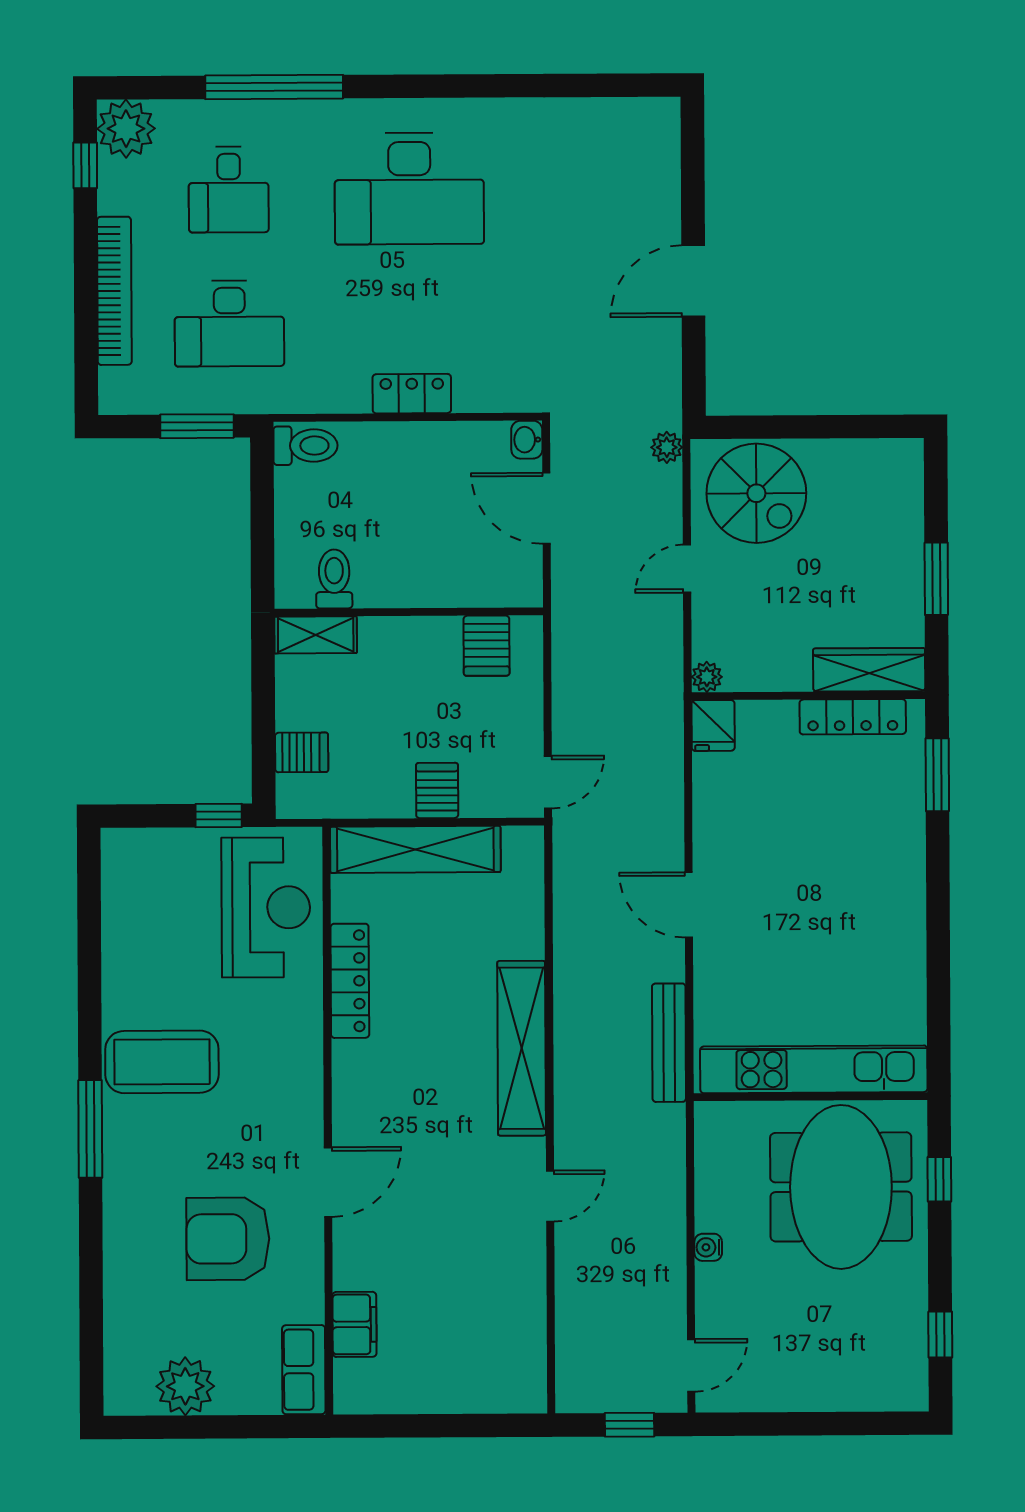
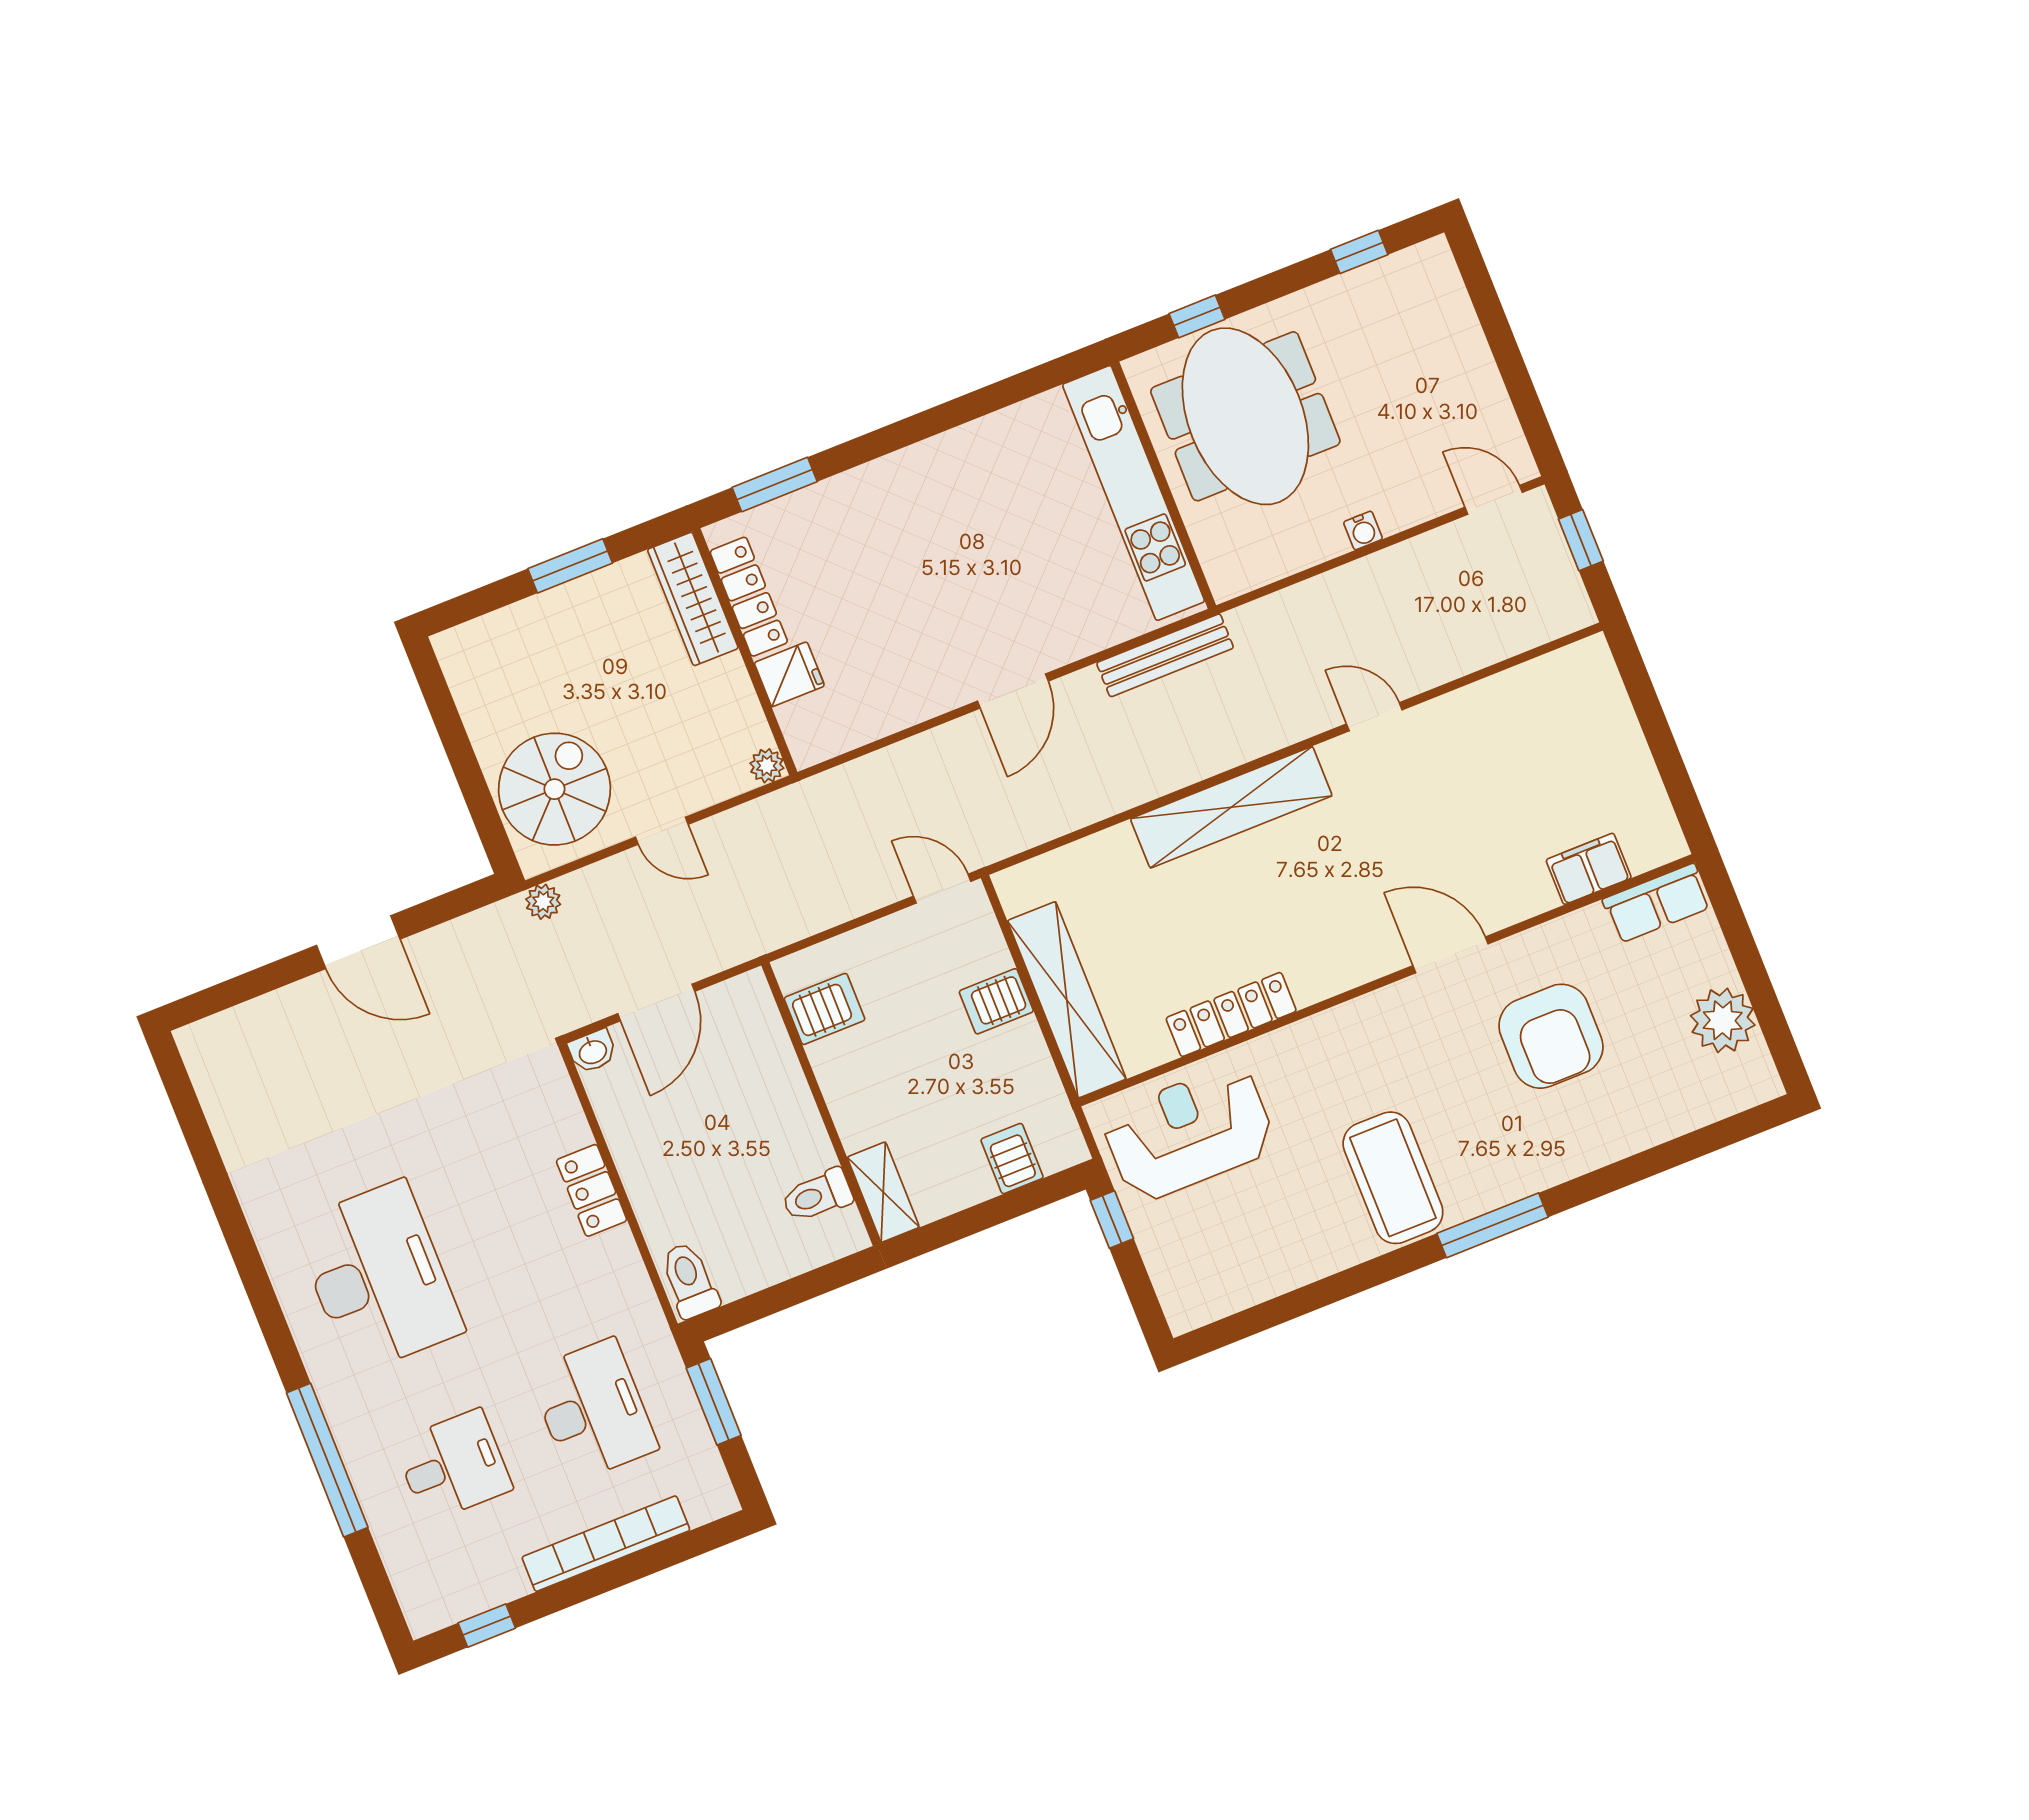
plant: (126, 129) -> (431, 1598), removed
fridge: (713, 725) -> (789, 674), moved
meeting table: (841, 1187) -> (1245, 416), turned 90

